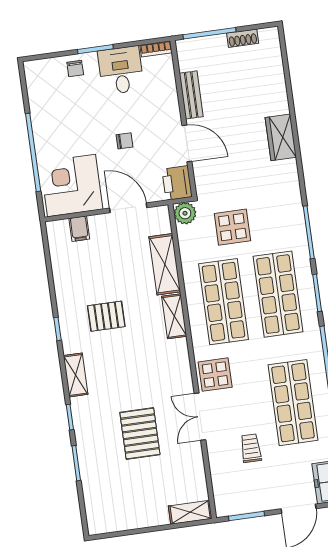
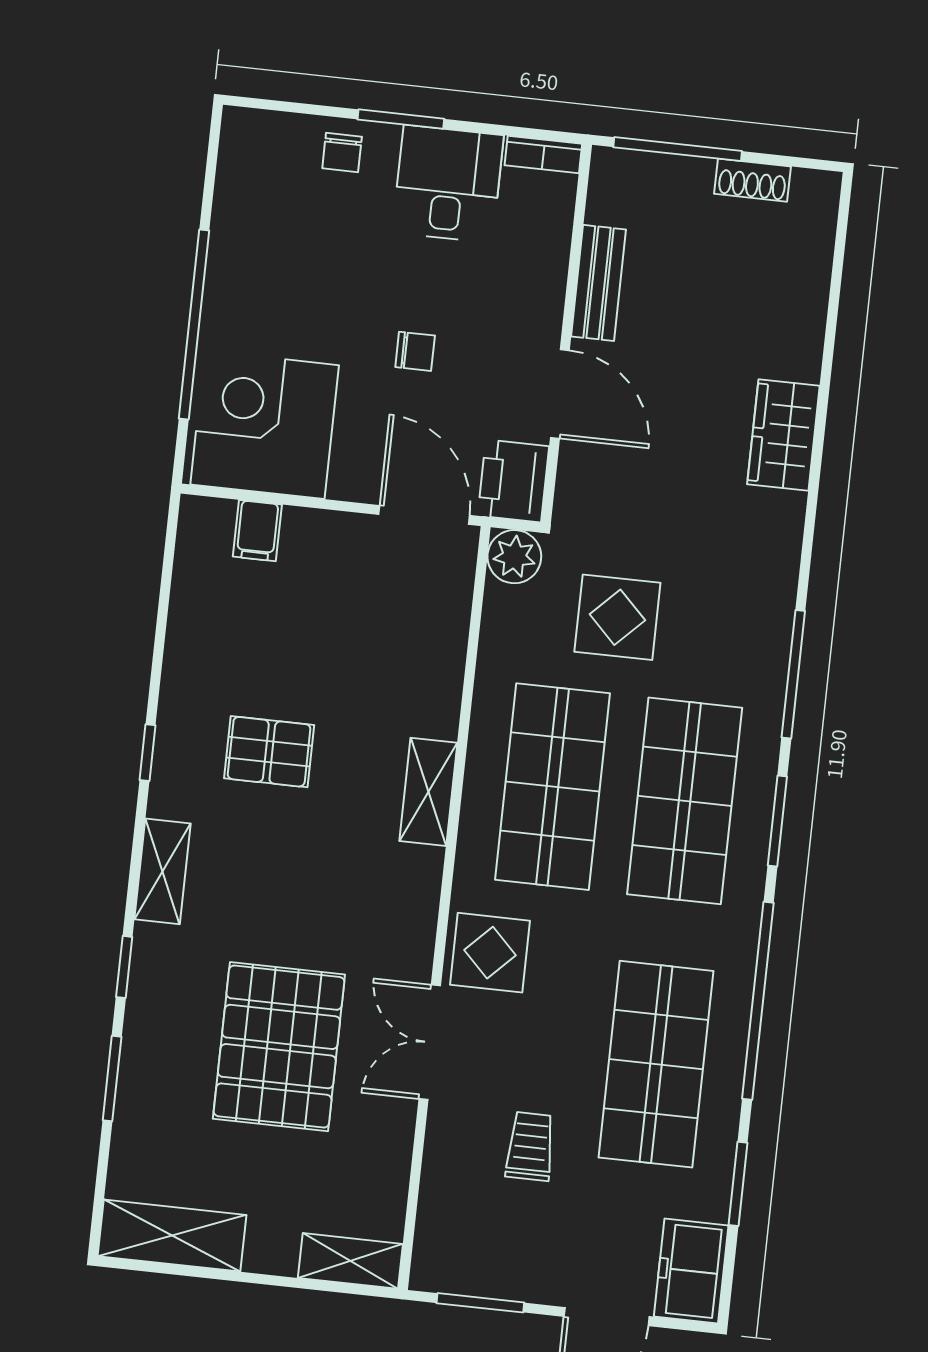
door: (128, 208) -> (424, 515), moved
shelving: (165, 264) -> (172, 1236), moved, turned 90
pallet: (140, 433) -> (279, 1047), width x1.37, depth x1.41

